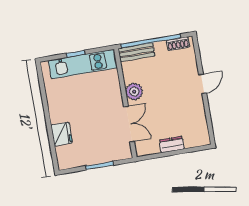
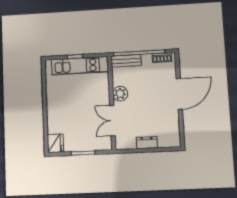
door: (203, 84) -> (179, 94), width x1.88
double door: (129, 124) -> (112, 121), swing flipped
fridge: (62, 134) -> (55, 143), moved

